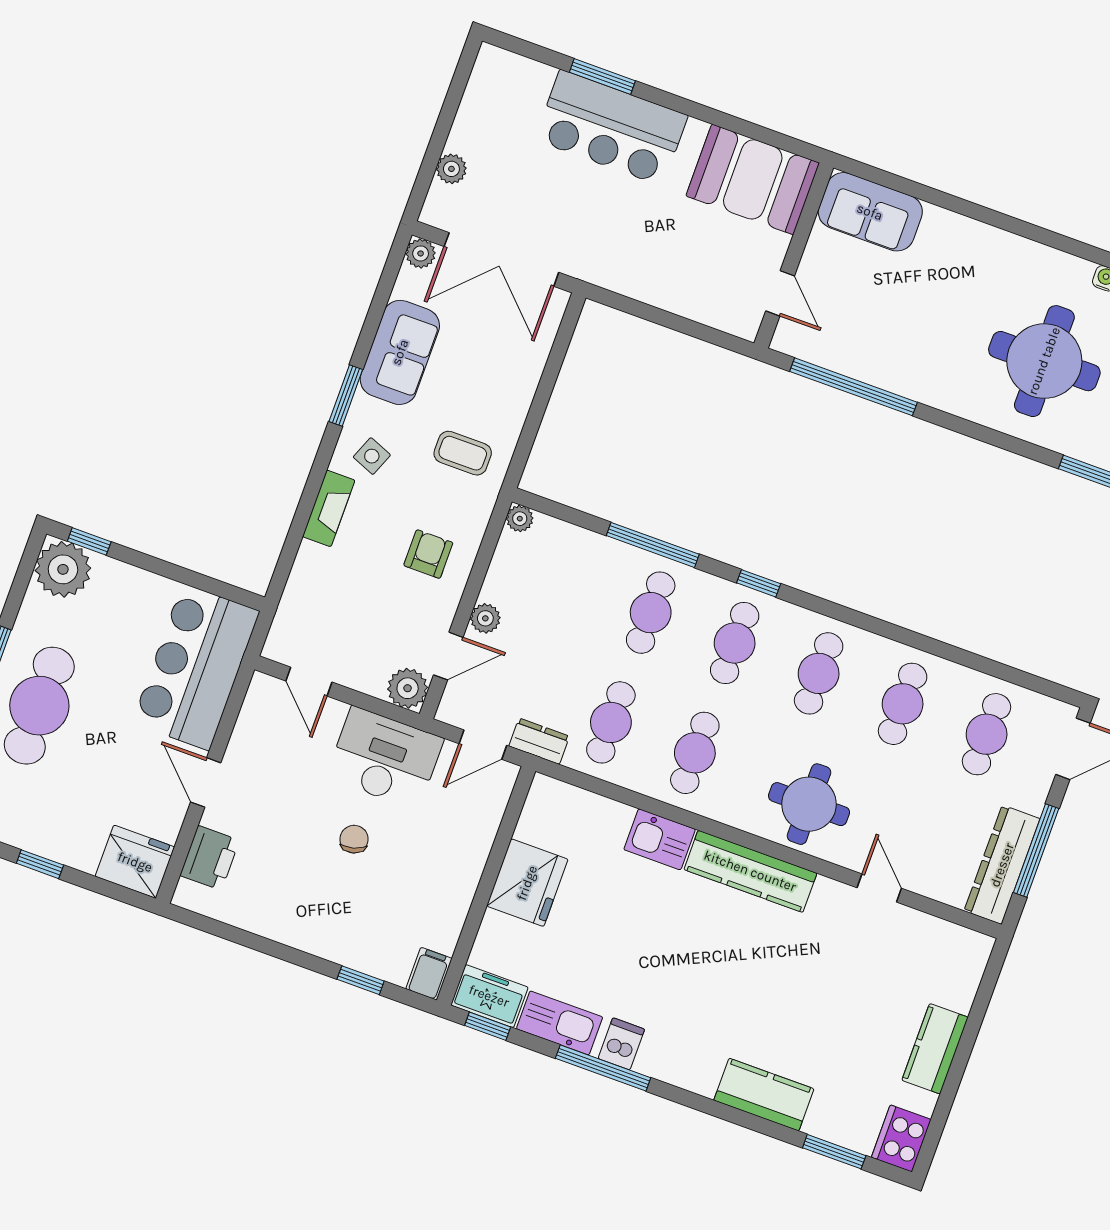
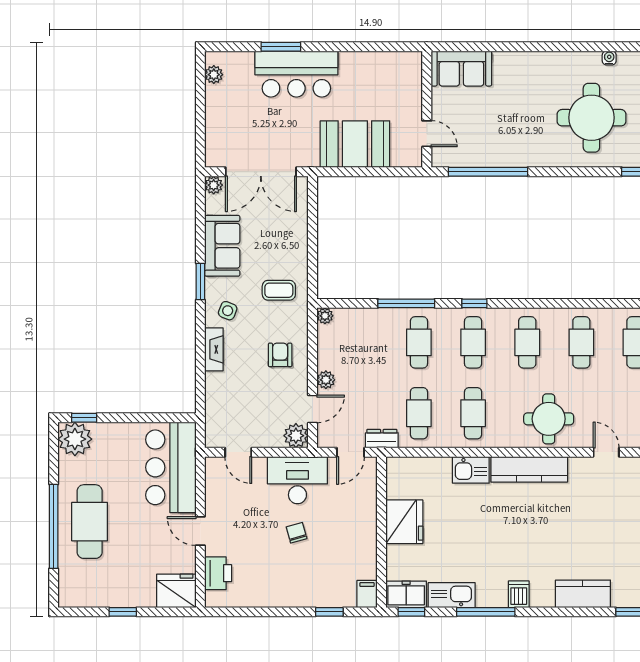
plant: (451, 169) -> (214, 75), moved
booth: (753, 179) -> (355, 144), moved
dishwasher: (621, 1044) -> (519, 594), moved

